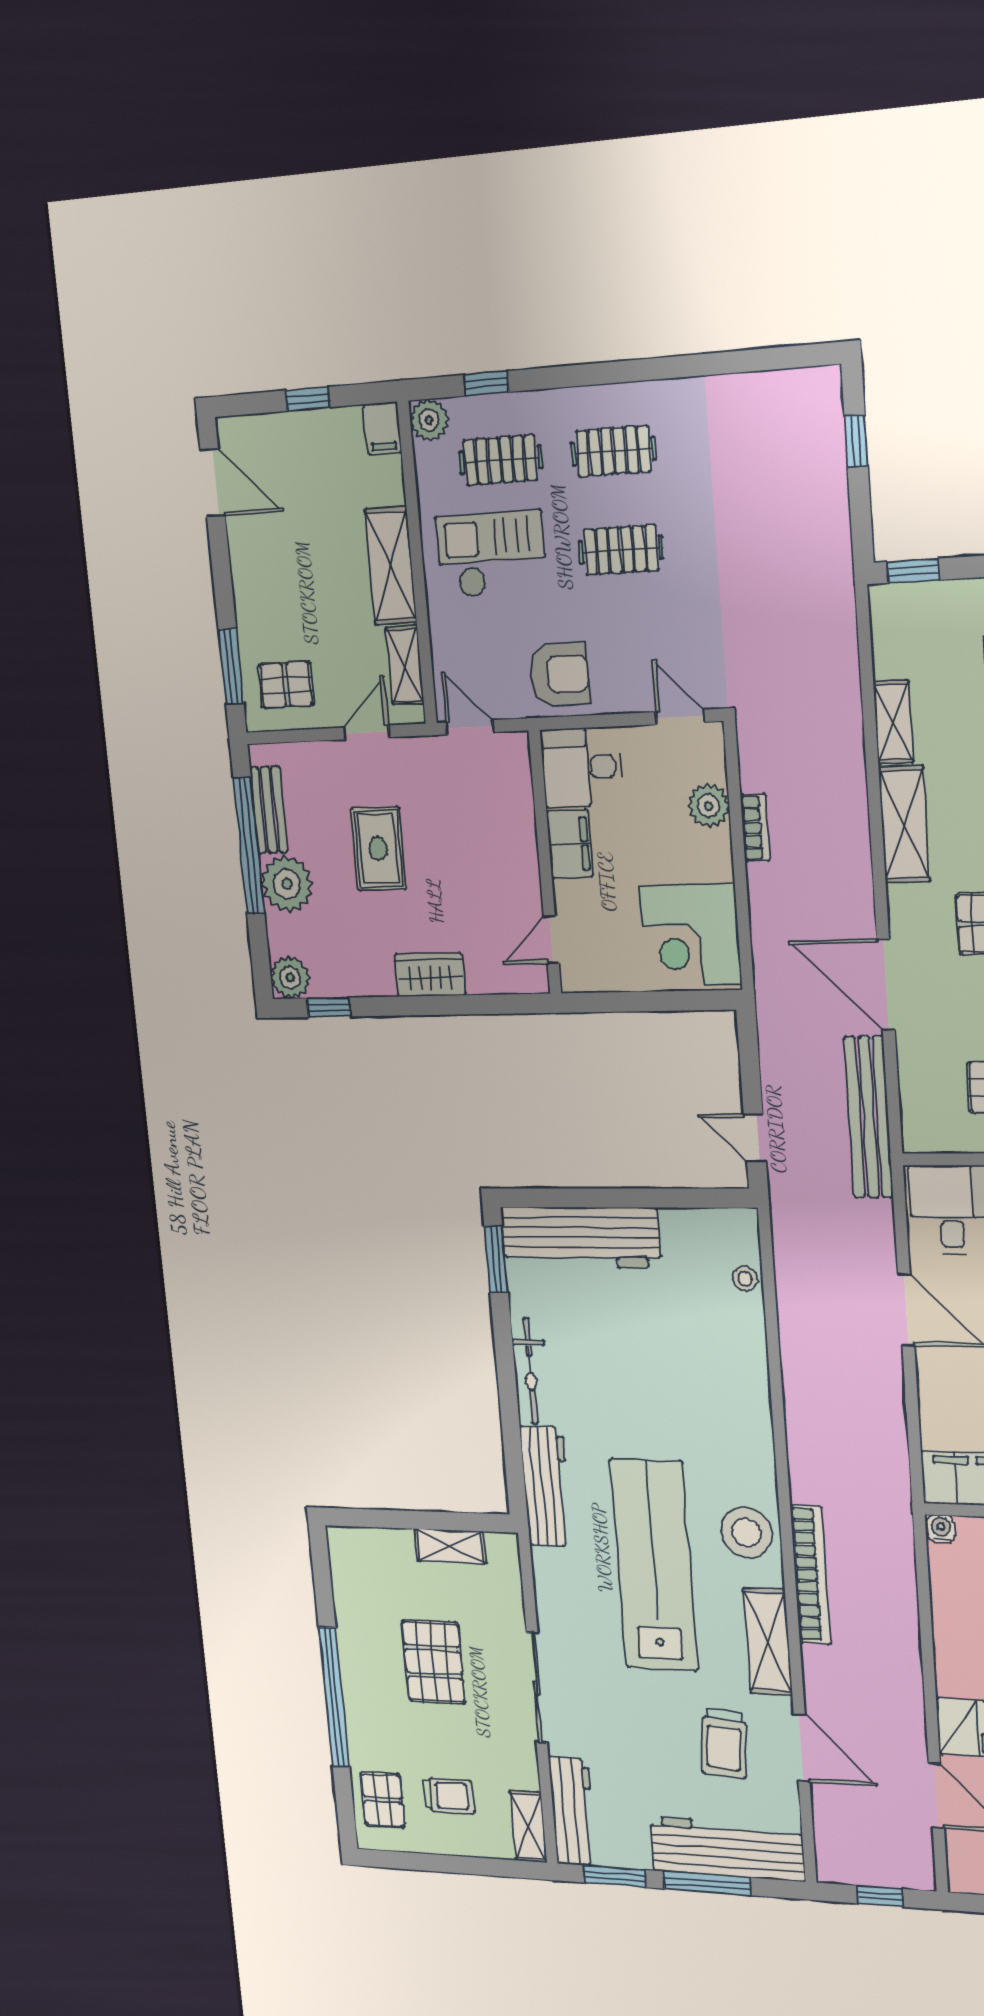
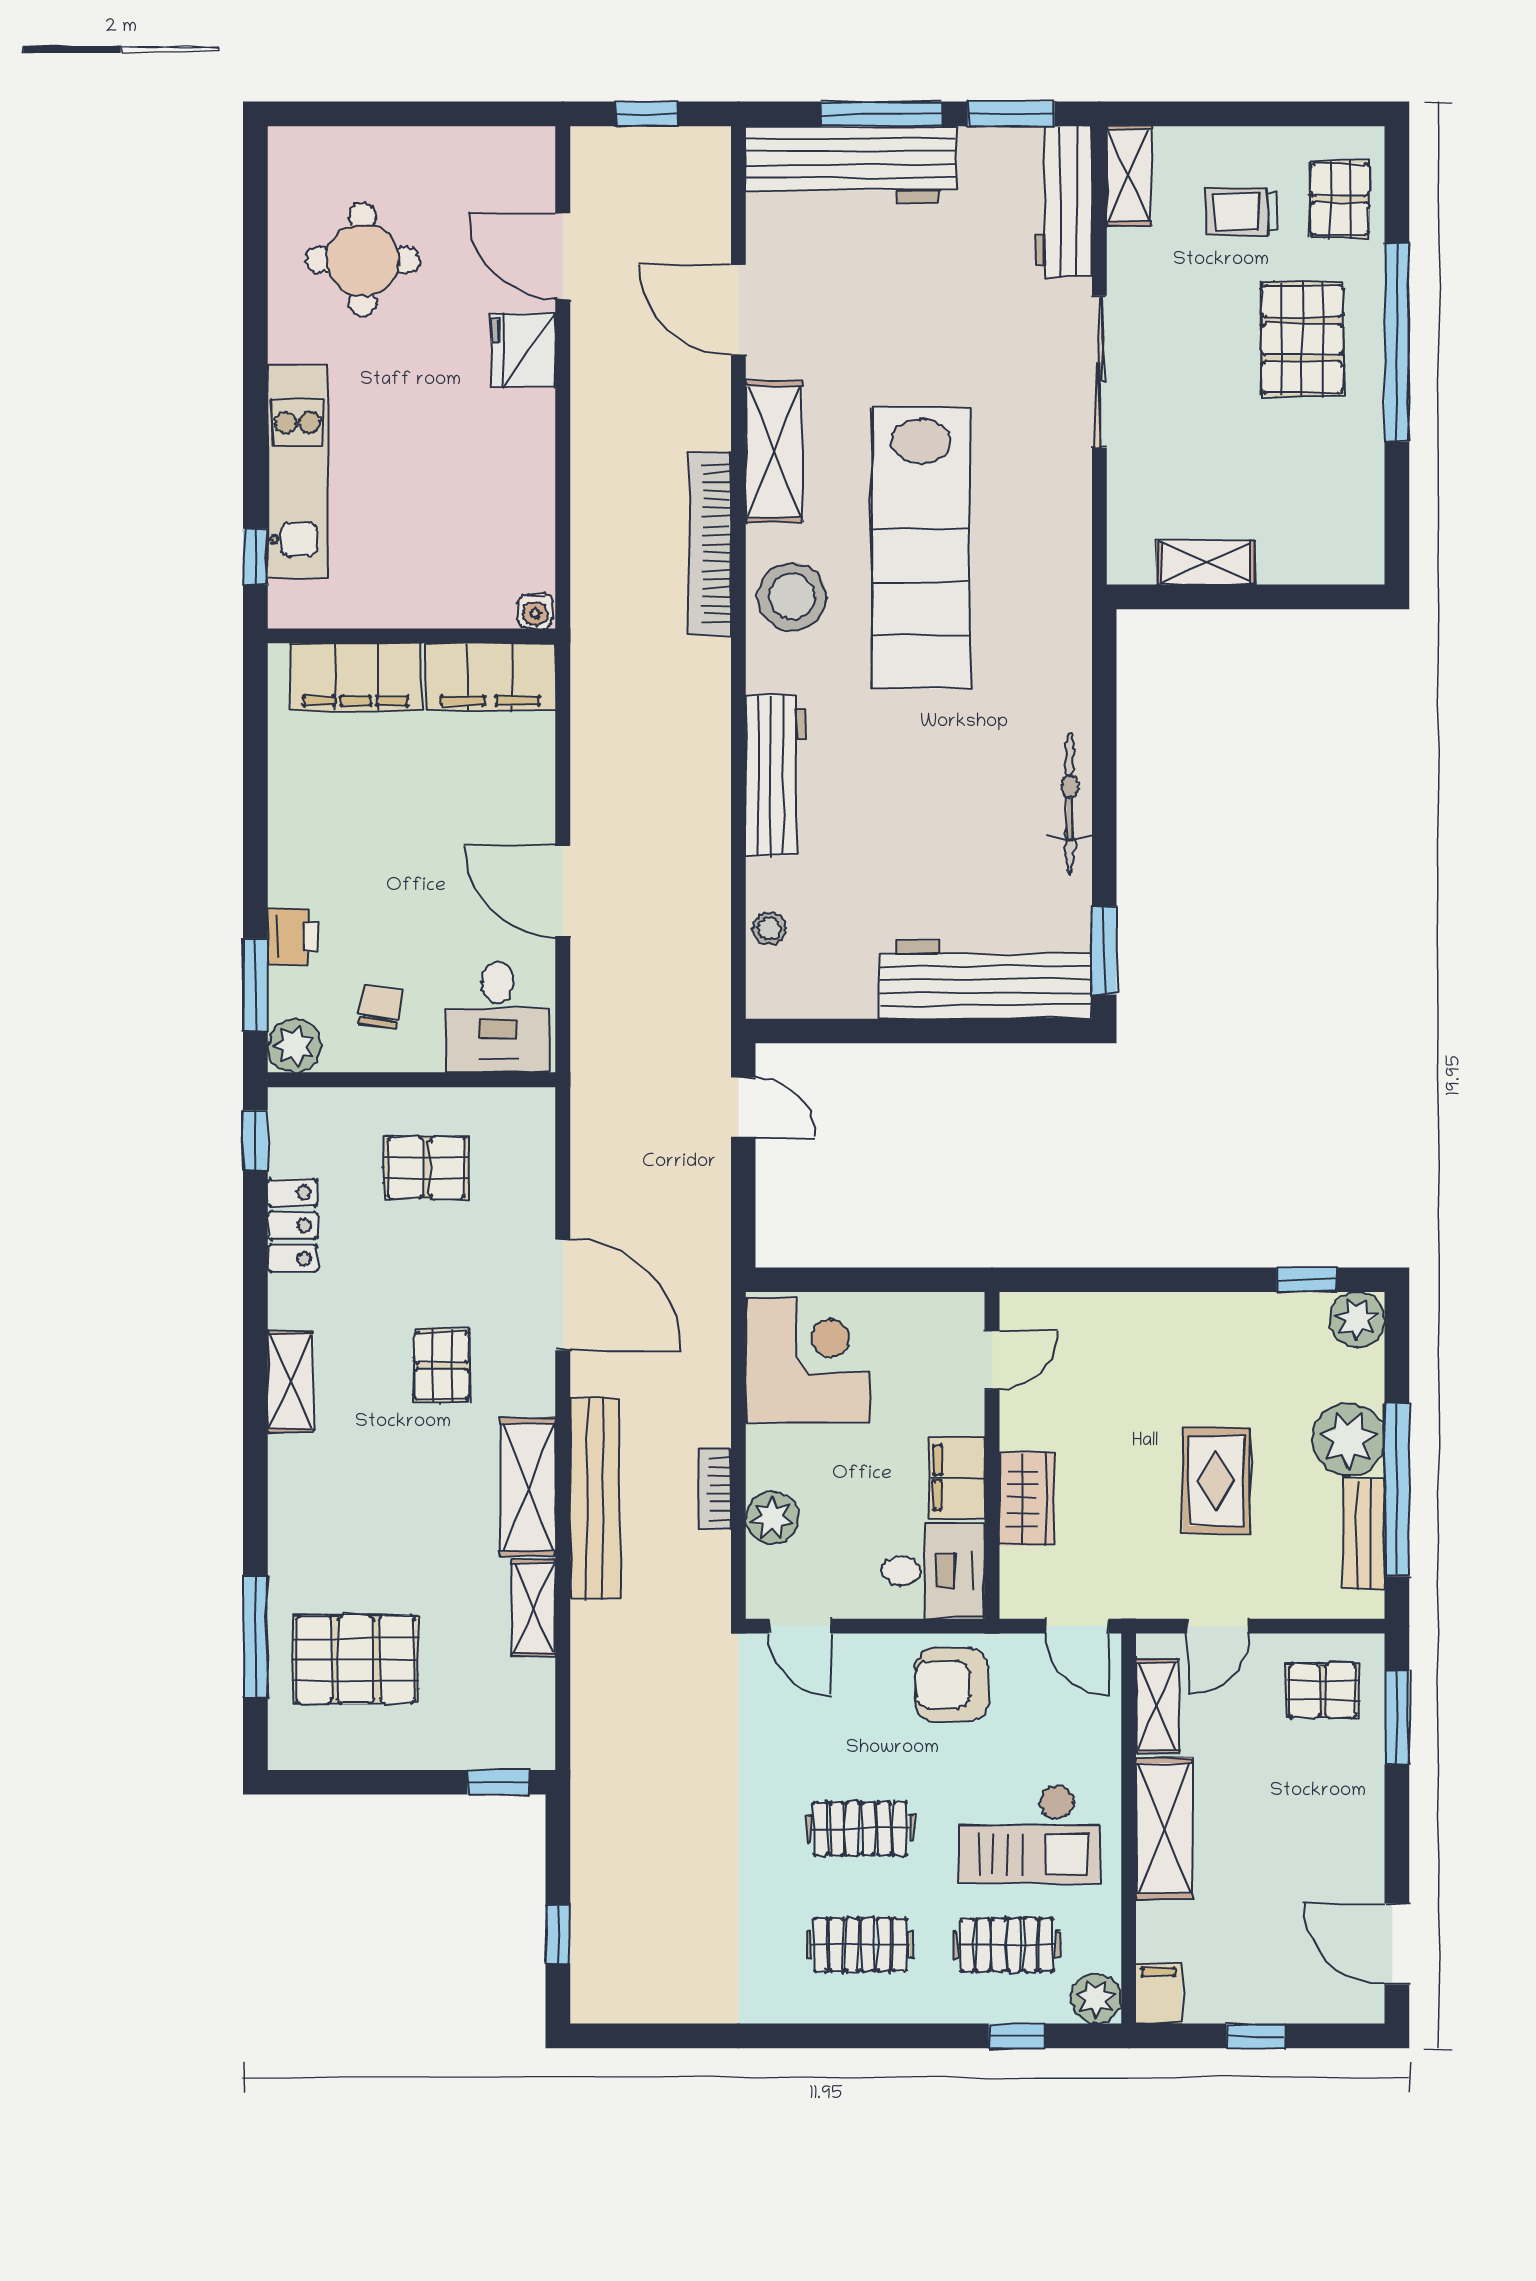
wardrobe: (430, 975) -> (1027, 1499), moved, turned -90
bench: (869, 1117) -> (595, 1498), moved
workbench: (546, 1486) -> (776, 775), moved, turned 180
pallet: (433, 1662) -> (1302, 339), moved
trolley: (724, 1743) -> (844, 310), removed

